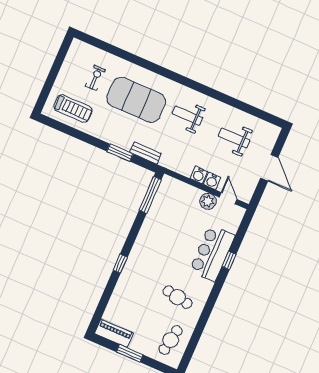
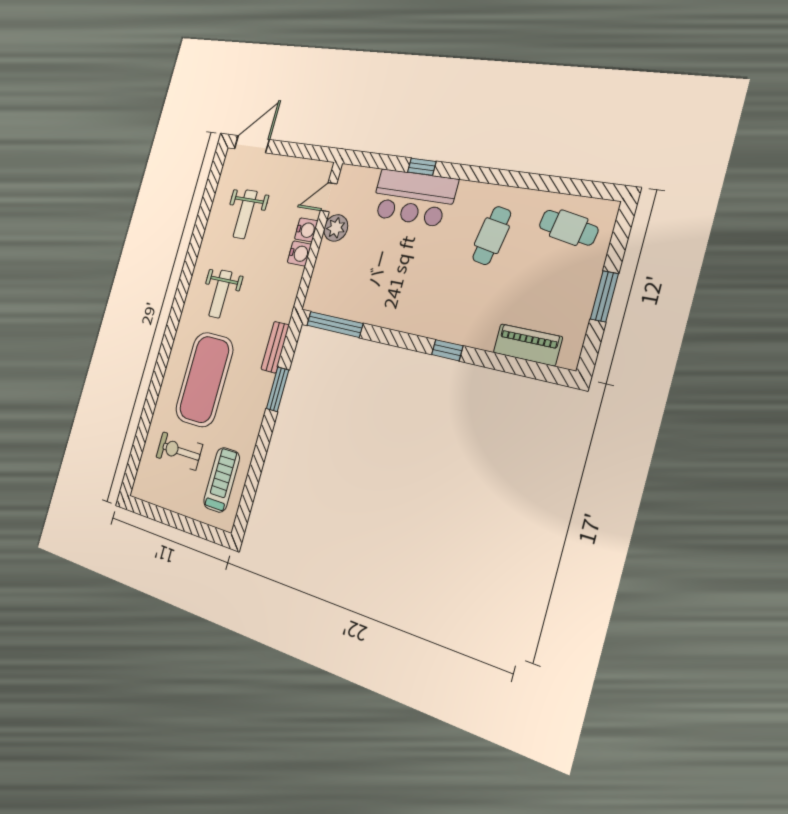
exercise bike: (95, 78) -> (179, 451), width x1.38, depth x1.39
door: (269, 168) -> (252, 144), moved
piano: (114, 333) -> (528, 345), moved, turned 90

